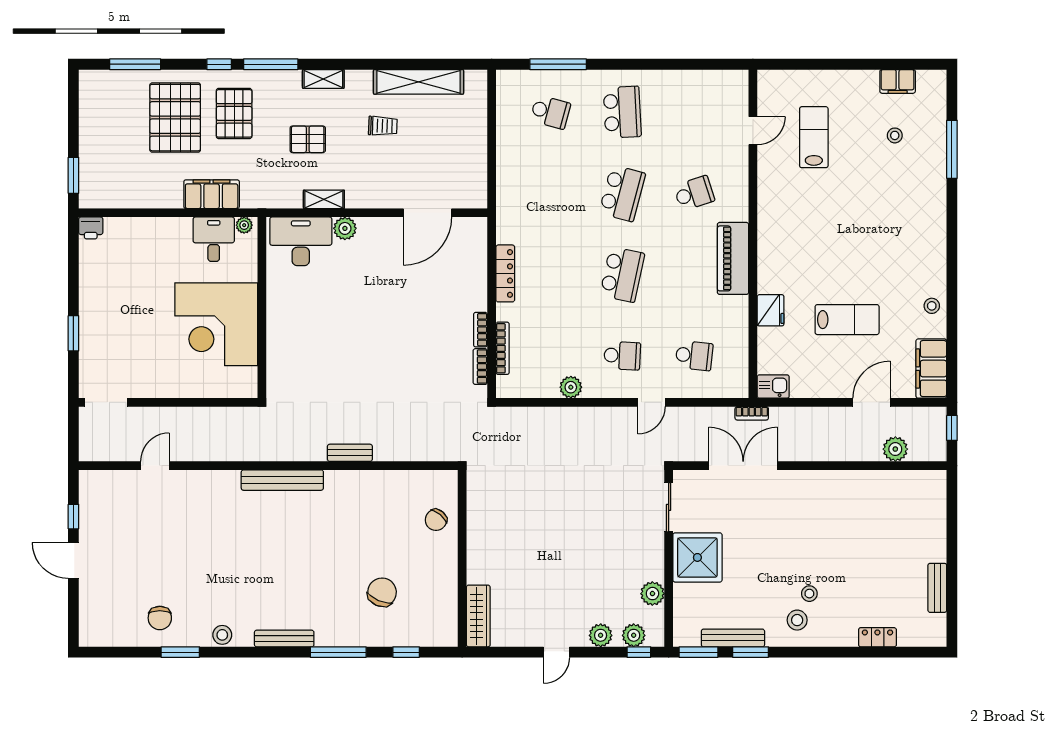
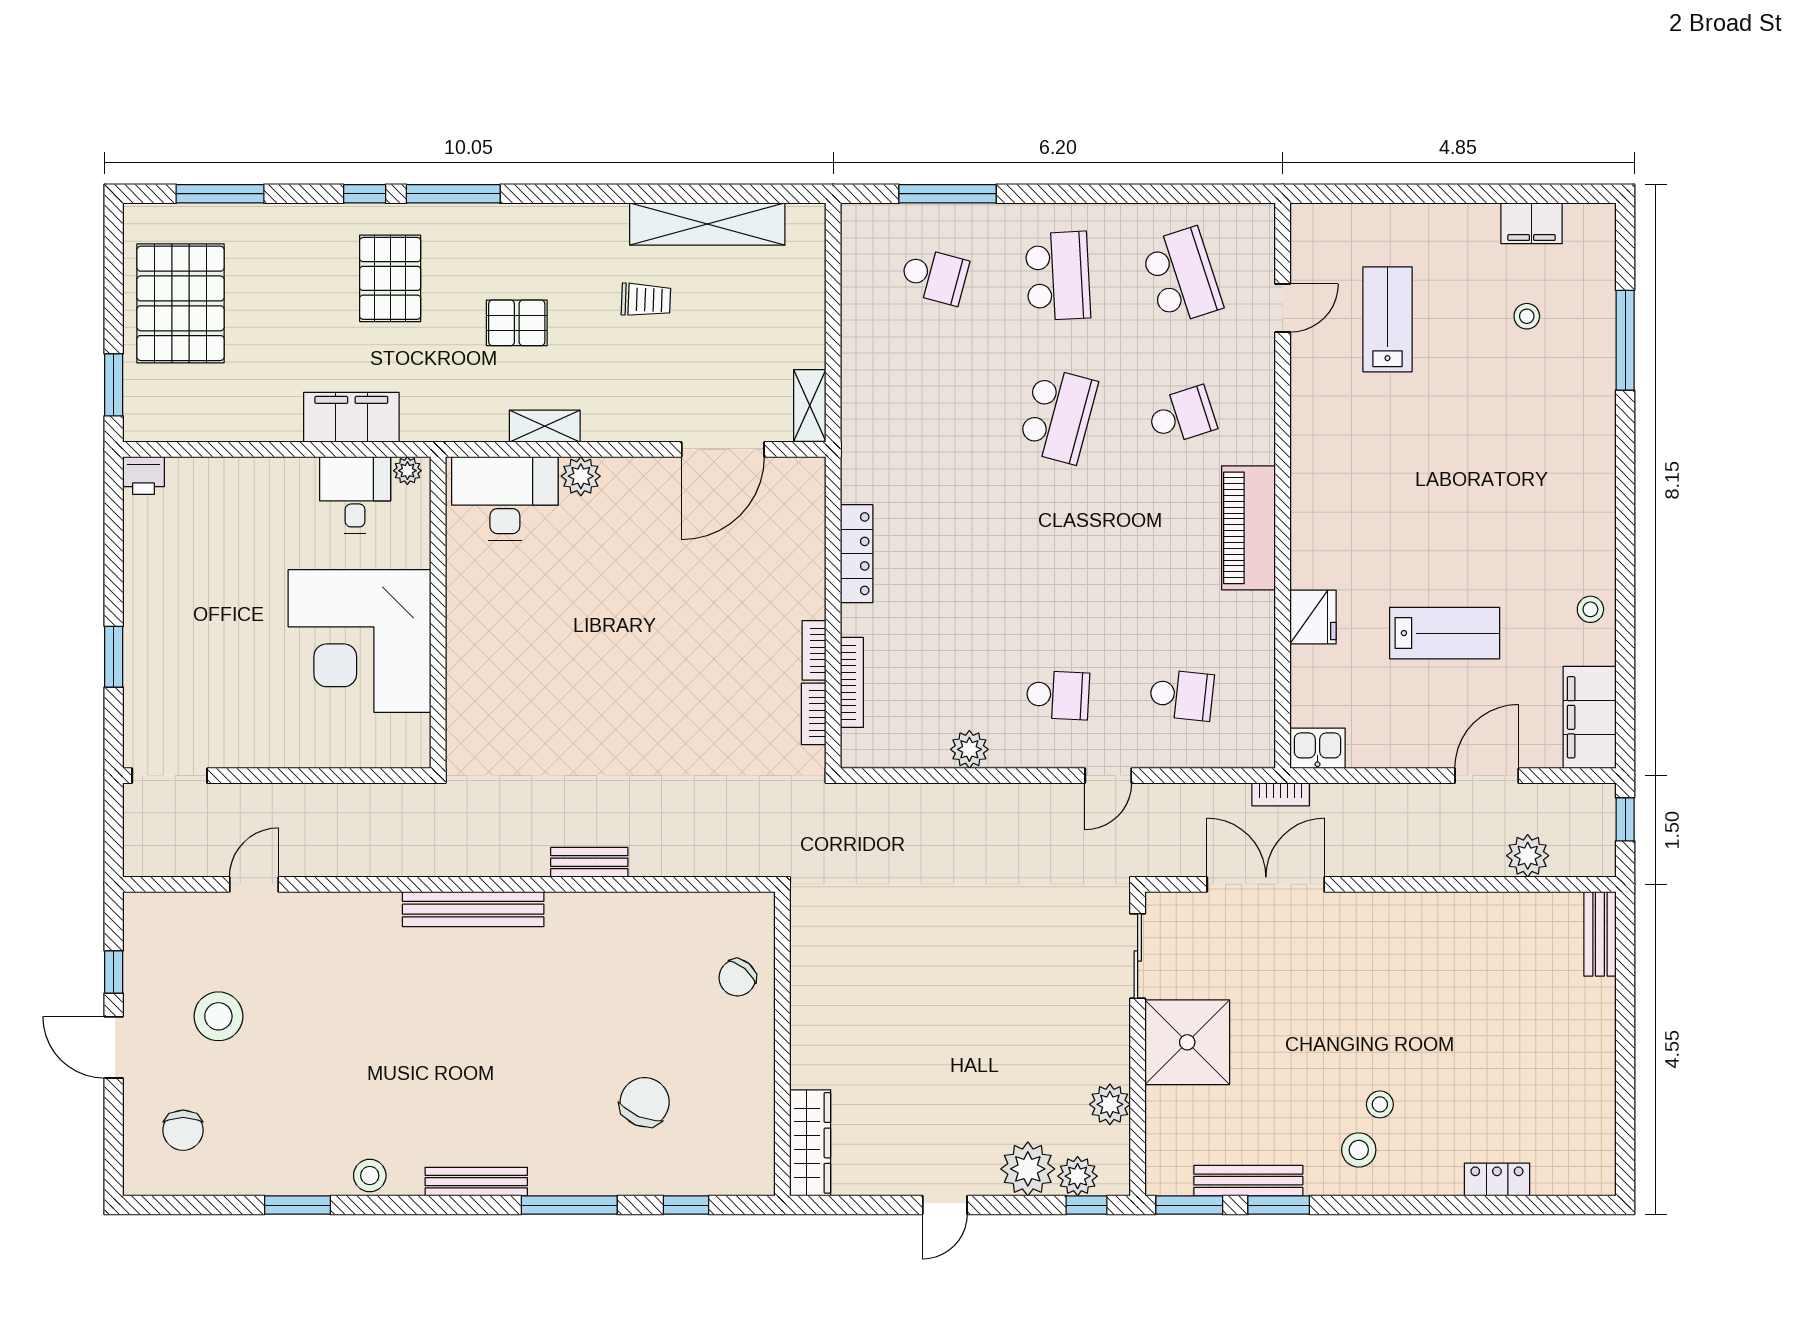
shelving: (323, 79) -> (810, 405), moved, turned 90
pallet: (175, 118) -> (180, 303), moved
school desk: (622, 274) -> (1182, 276), moved, turned -30
stool: (134, 542) -> (218, 1016), added
bench: (937, 588) -> (1600, 934), moved
chair: (160, 618) -> (183, 1130), moved
plant: (601, 635) -> (1028, 1169), width x1.36, depth x1.36

